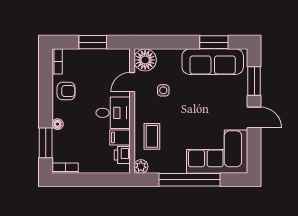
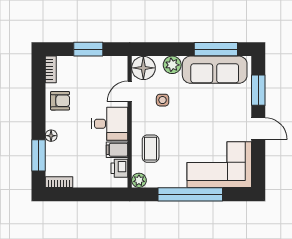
window: (214, 42) -> (216, 49), width x1.44
plant: (172, 57) -> (172, 65), added

